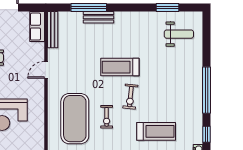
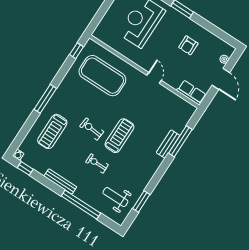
bench: (53, 30) -> (60, 181), moved
weight bench: (179, 34) -> (115, 197), turned 90
window: (206, 90) -> (81, 205), moved
exercise bike: (107, 117) -> (97, 163), moved

